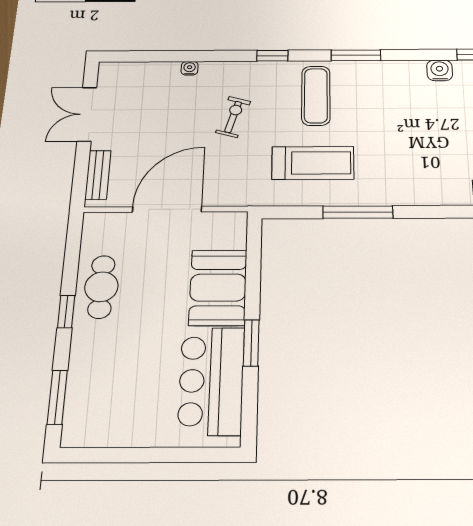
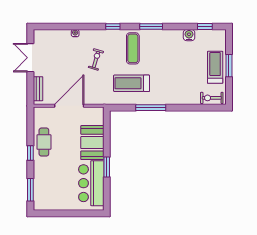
treadmill: (313, 163) -> (132, 83), turned 180

